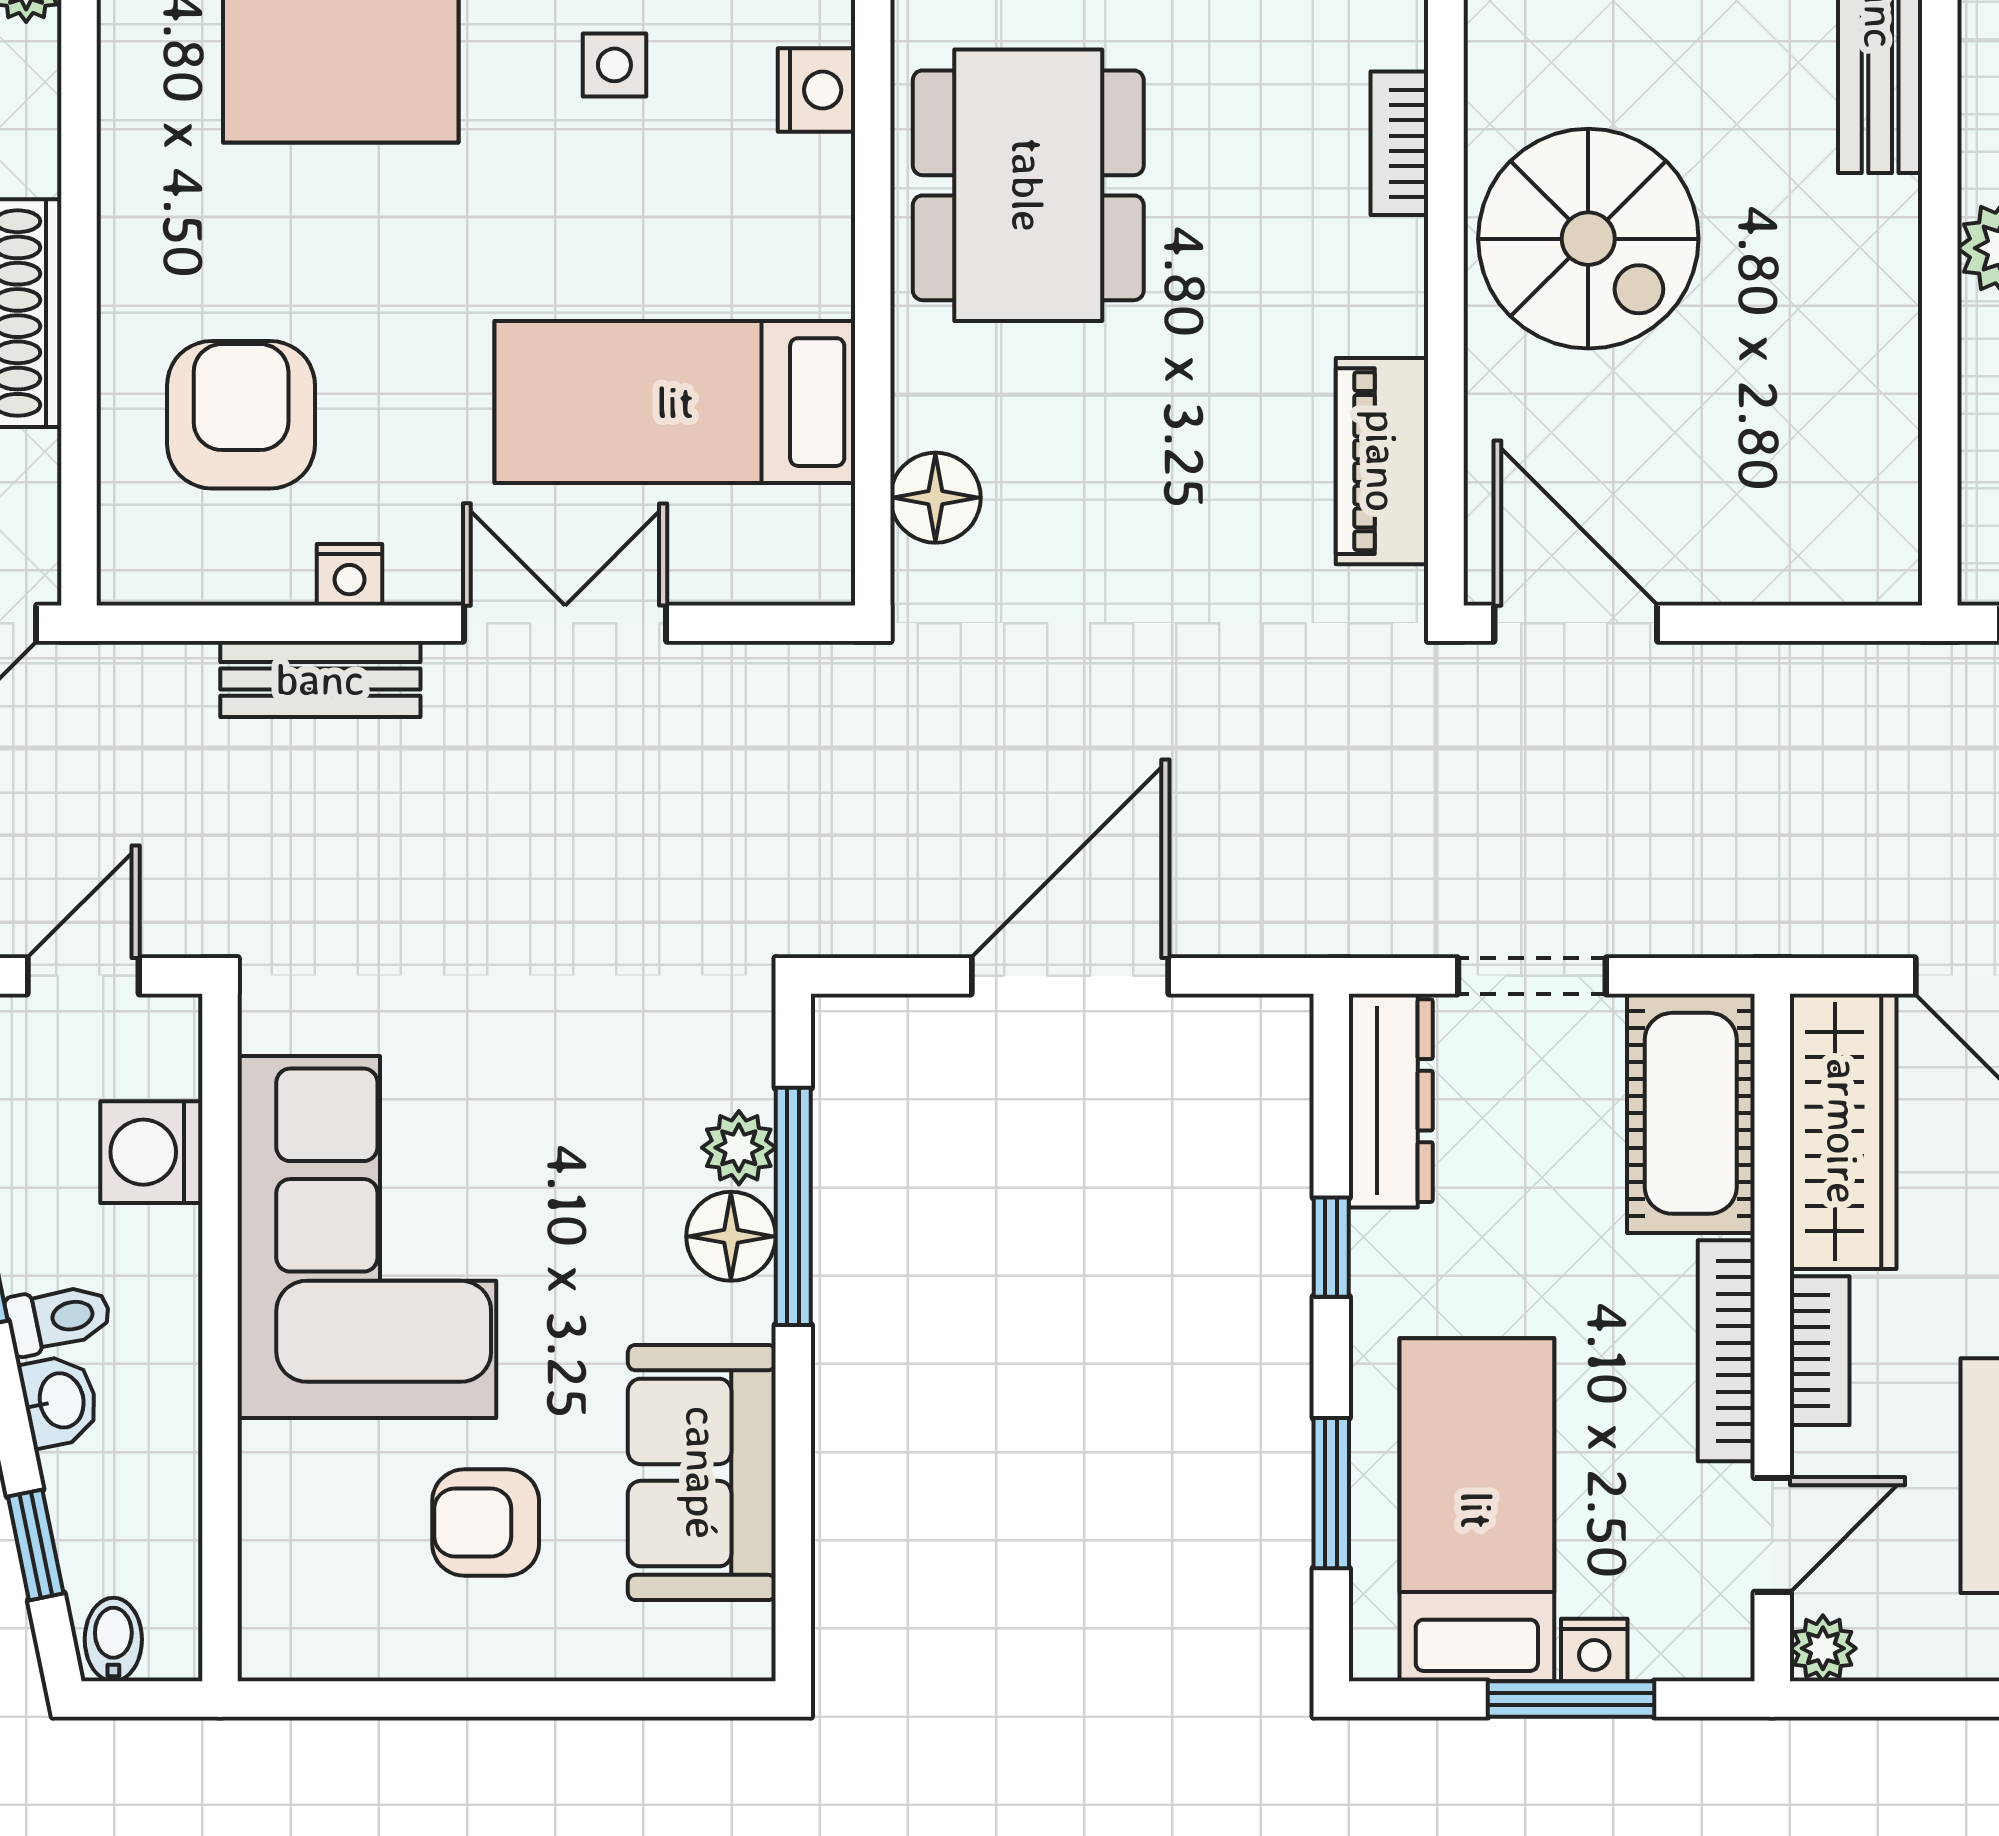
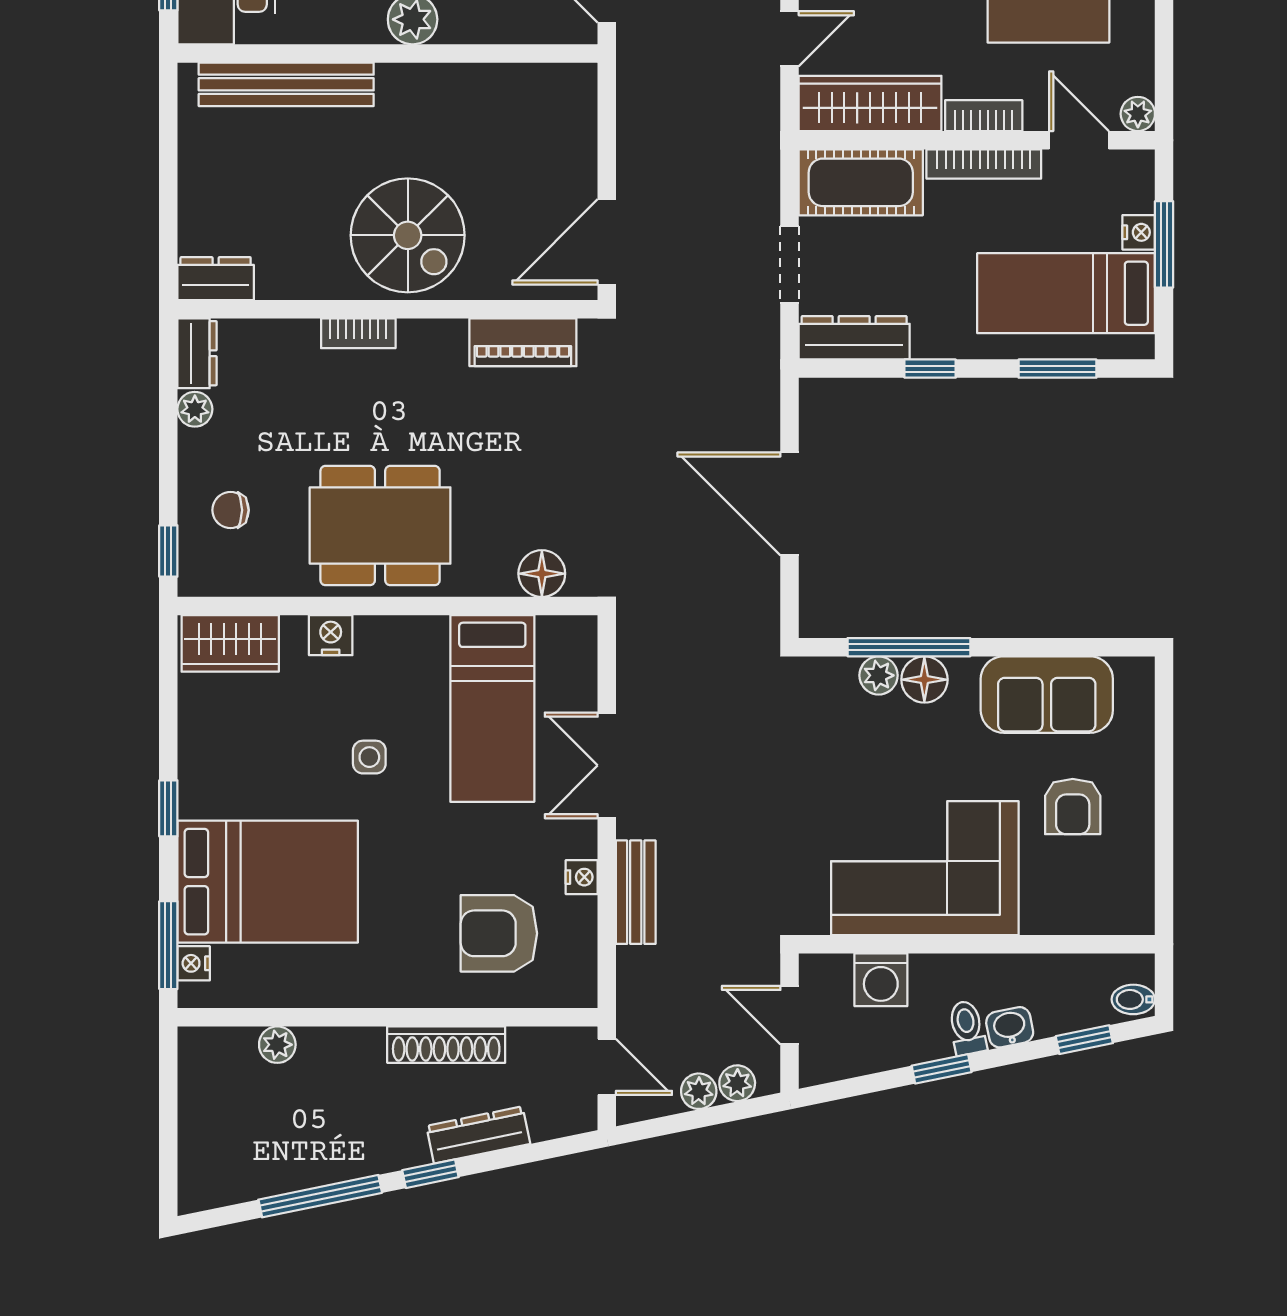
side table: (614, 65) -> (369, 757), moved
spiral stairs: (1588, 239) -> (408, 235), turned 90

